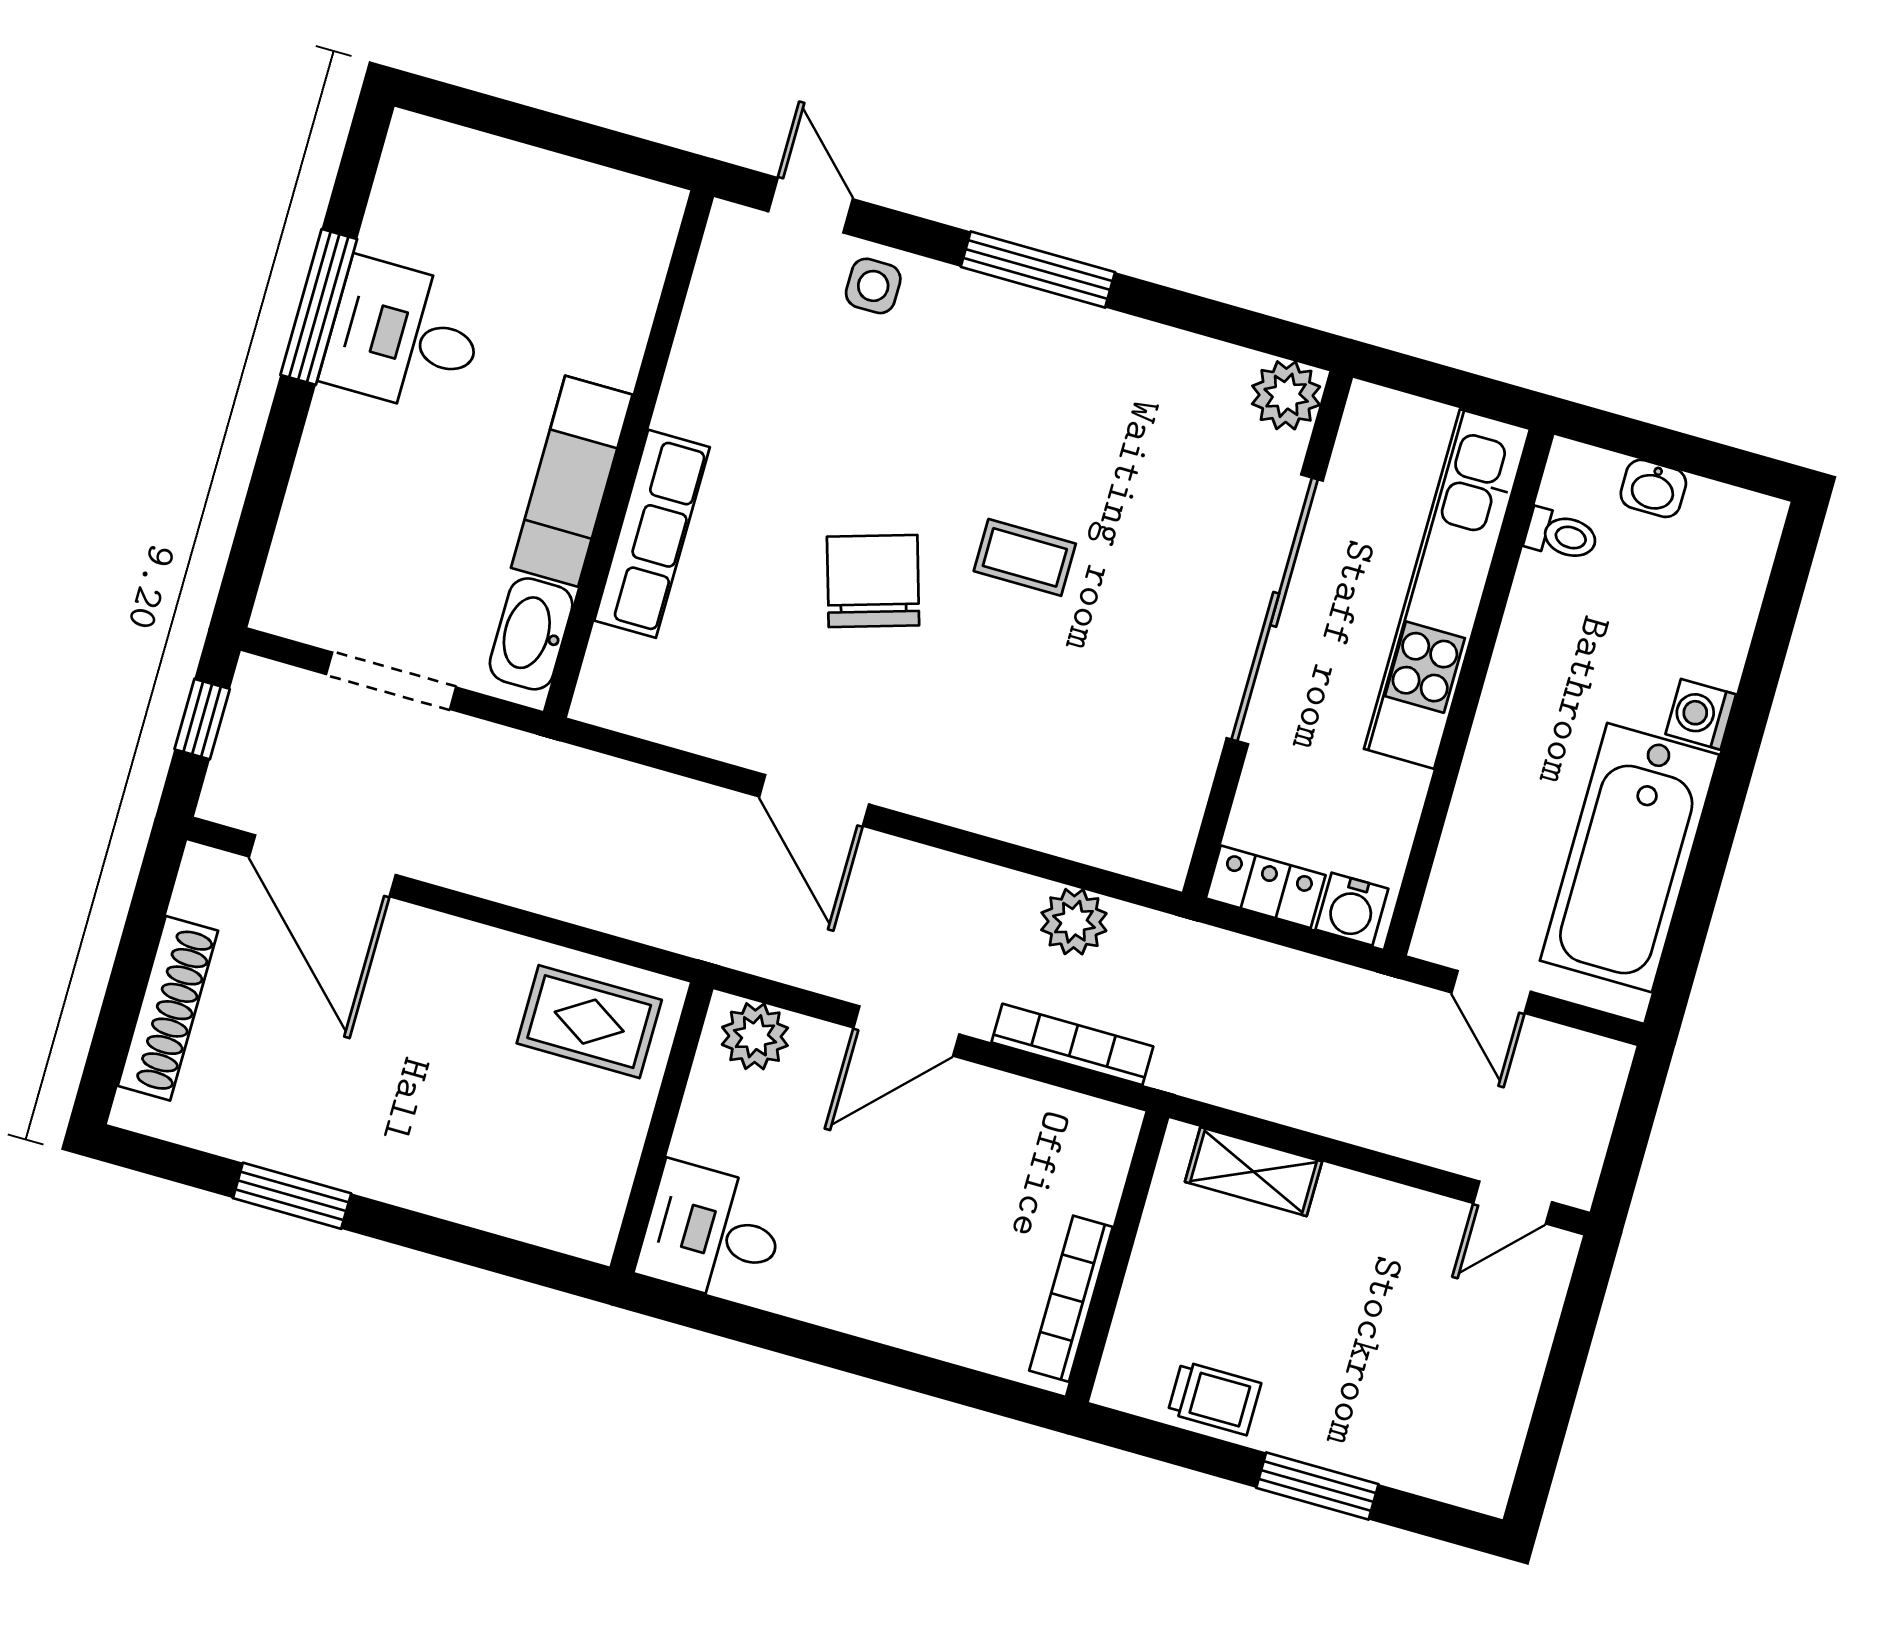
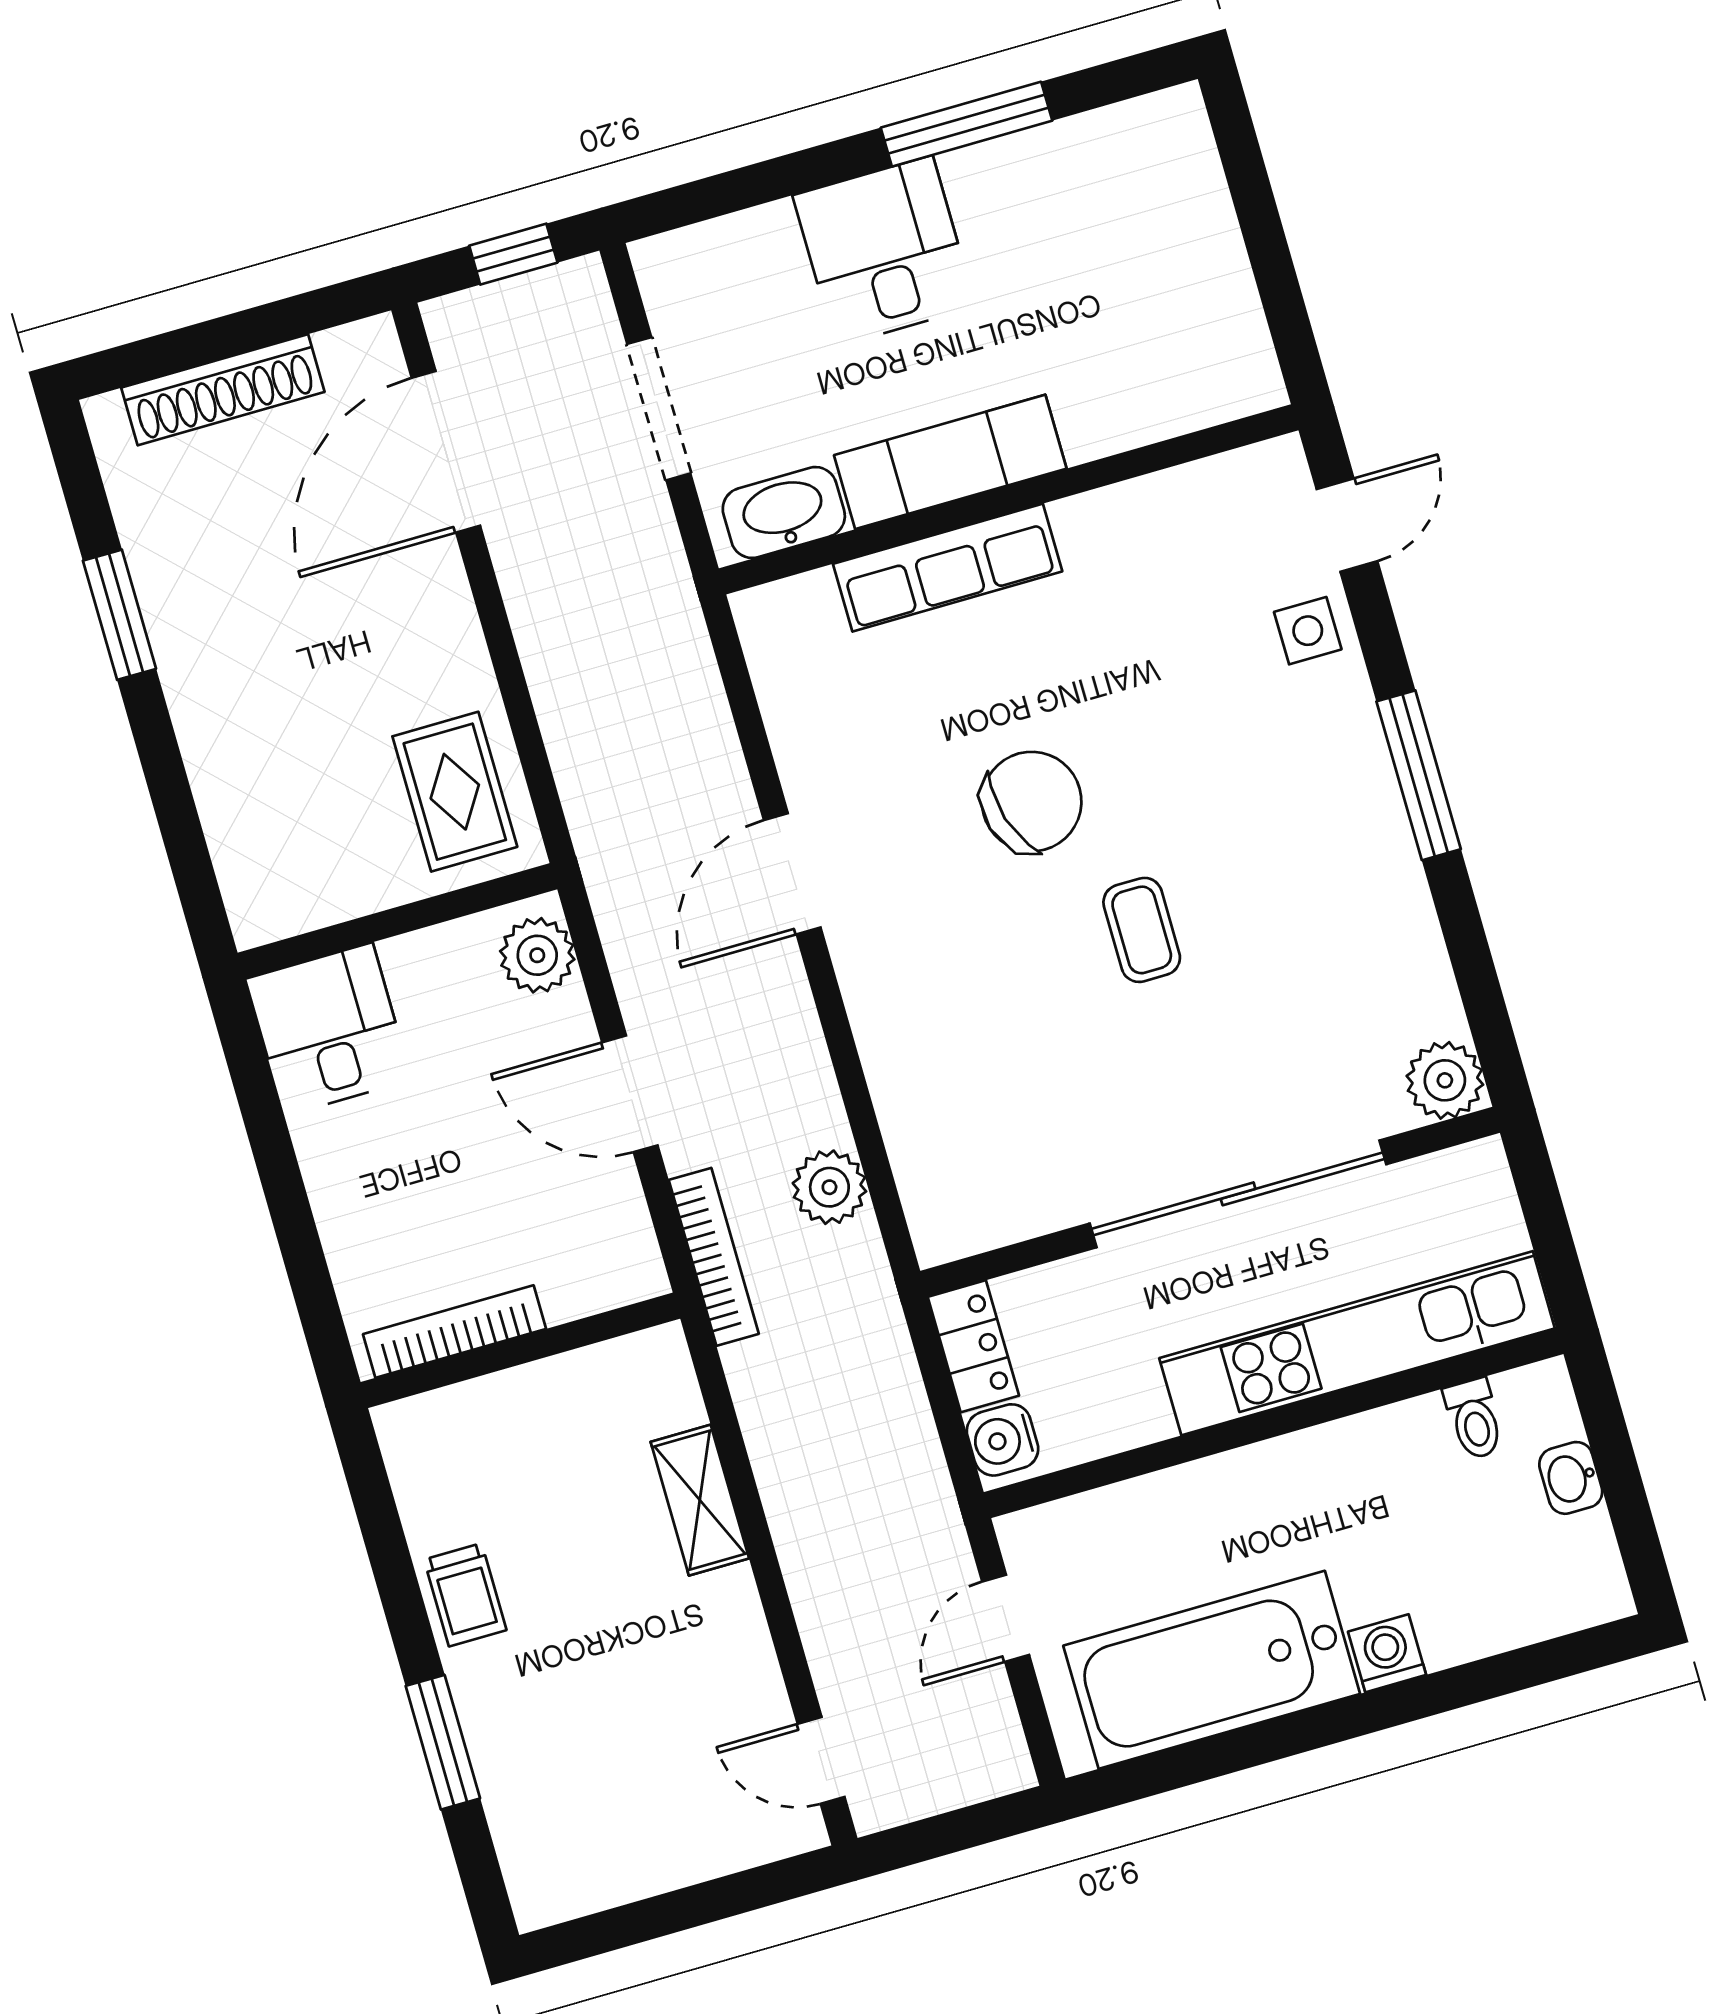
desk: (404, 336) -> (884, 251), moved
wall: (1117, 1257) -> (520, 1350), moved
bookcase: (1071, 1299) -> (454, 1332), moved

